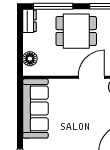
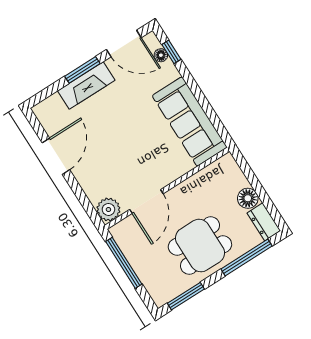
floor lamp: (30, 59) -> (248, 198), moved

